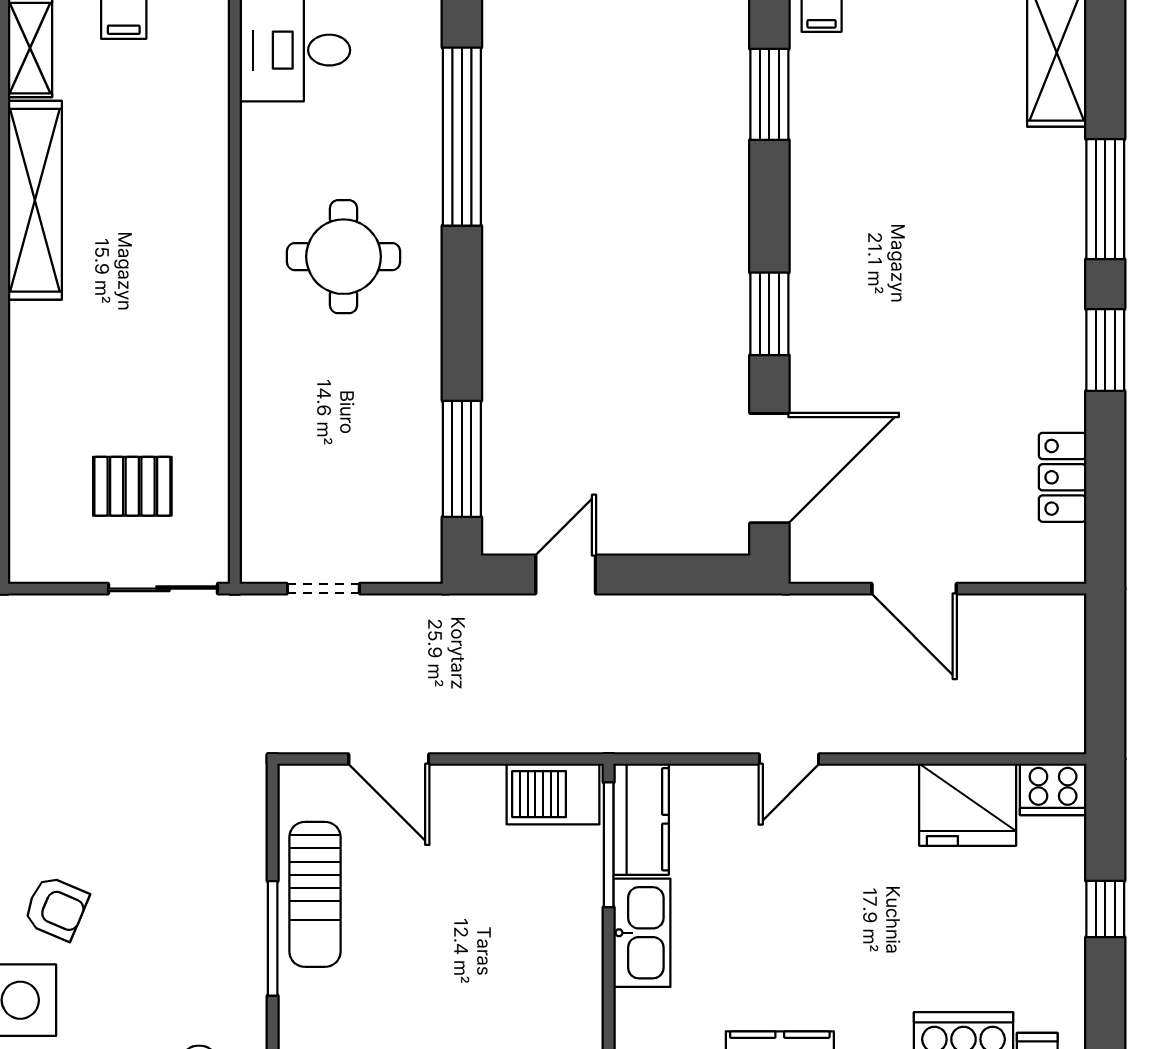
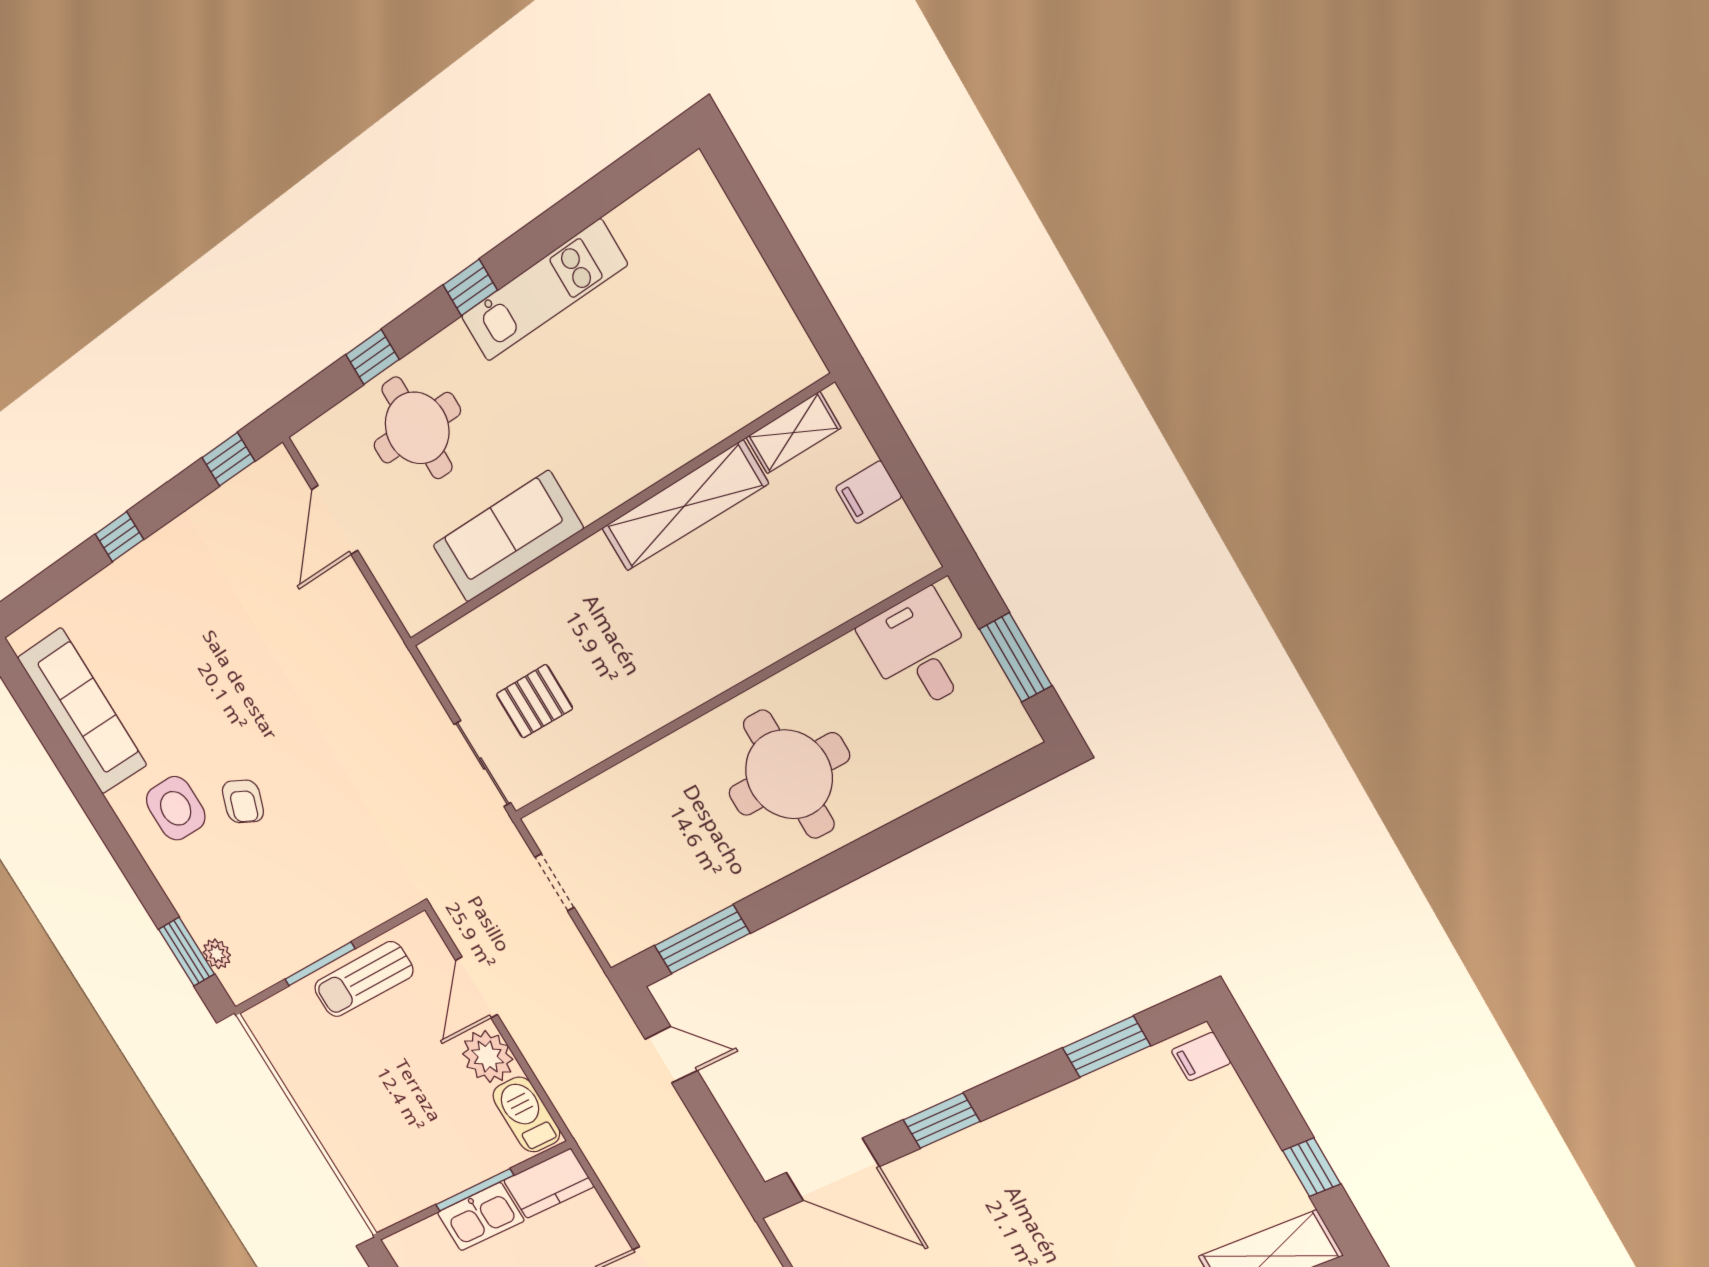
window: (462, 137) -> (932, 821), removed
round table: (344, 257) -> (789, 774), width x1.36, depth x1.36
pallet: (132, 486) -> (534, 701), turned 90
plant: (469, 798) -> (488, 1057), added
window: (609, 845) -> (475, 1190), moved

